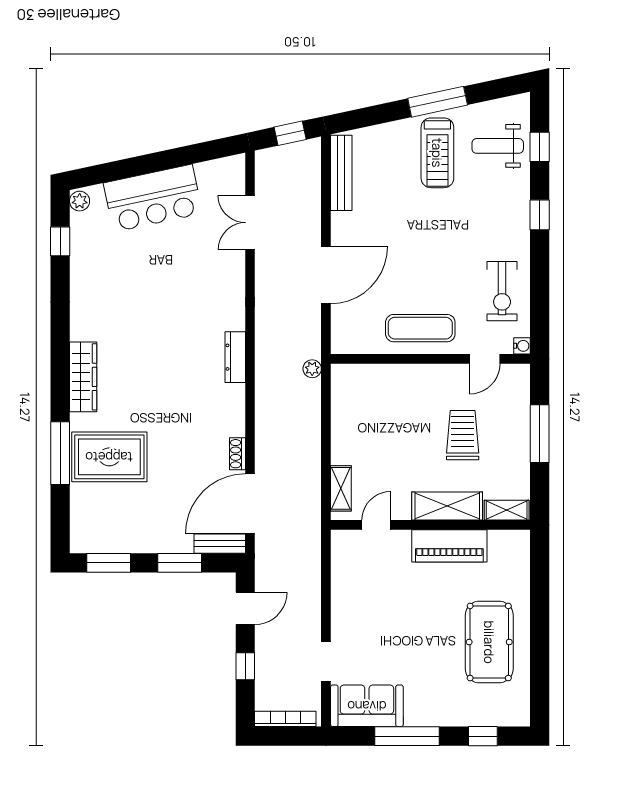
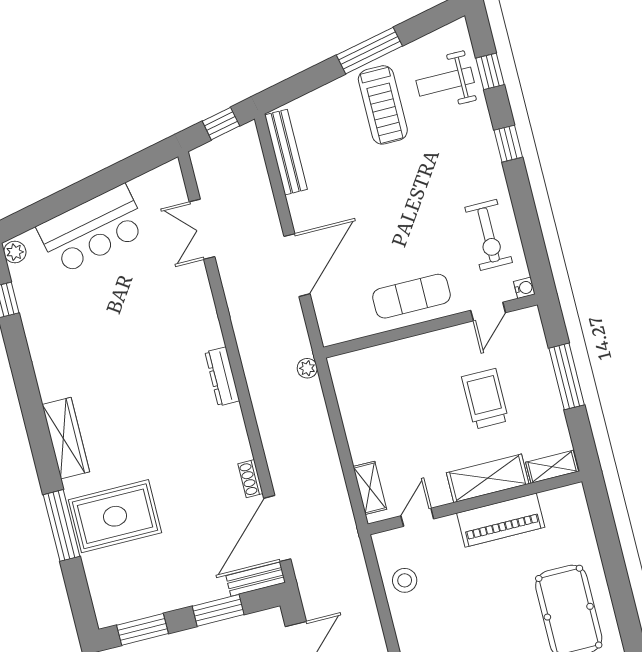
stool: (351, 578) -> (405, 580), added

